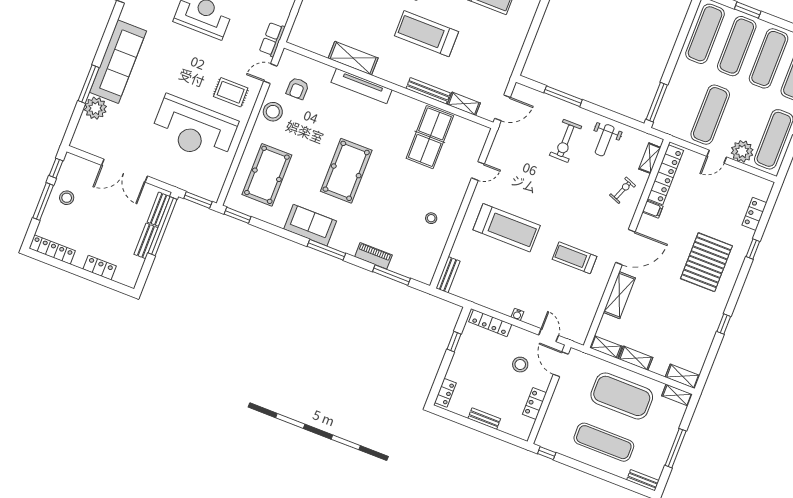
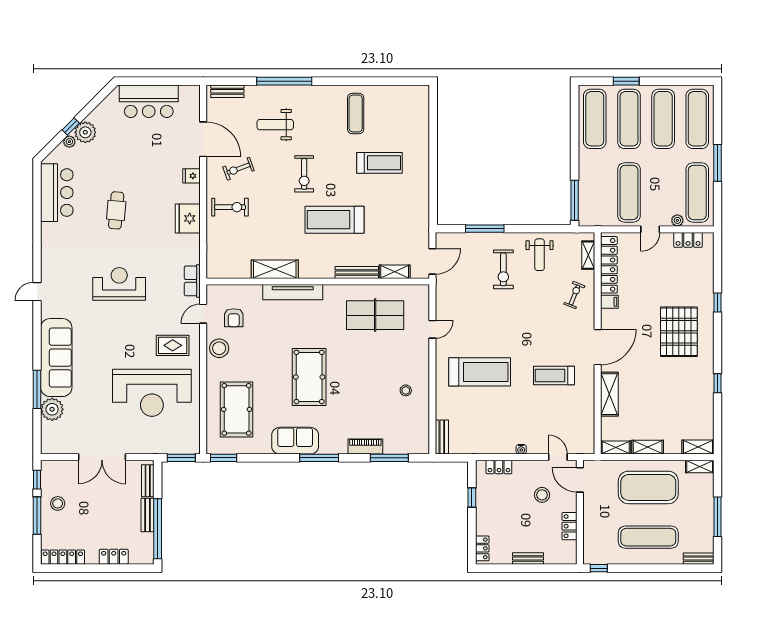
table tennis table: (430, 137) -> (375, 315), turned 90
plant: (742, 151) -> (677, 220), width x0.53, depth x0.53
locker: (754, 214) -> (688, 240), moved, turned -90
window: (163, 226) -> (158, 529), moved
locker: (490, 323) -> (499, 467), width x0.66

